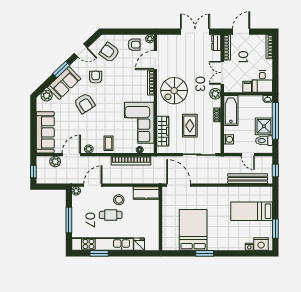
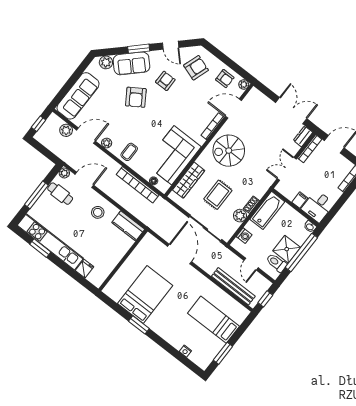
armchair: (109, 52) -> (196, 68), turned 73
plant: (215, 94) -> (240, 216), moved
door: (179, 185) -> (180, 254), moved
cafe table: (111, 215) -> (60, 194), moved
nightstand: (261, 244) -> (198, 357), removed

